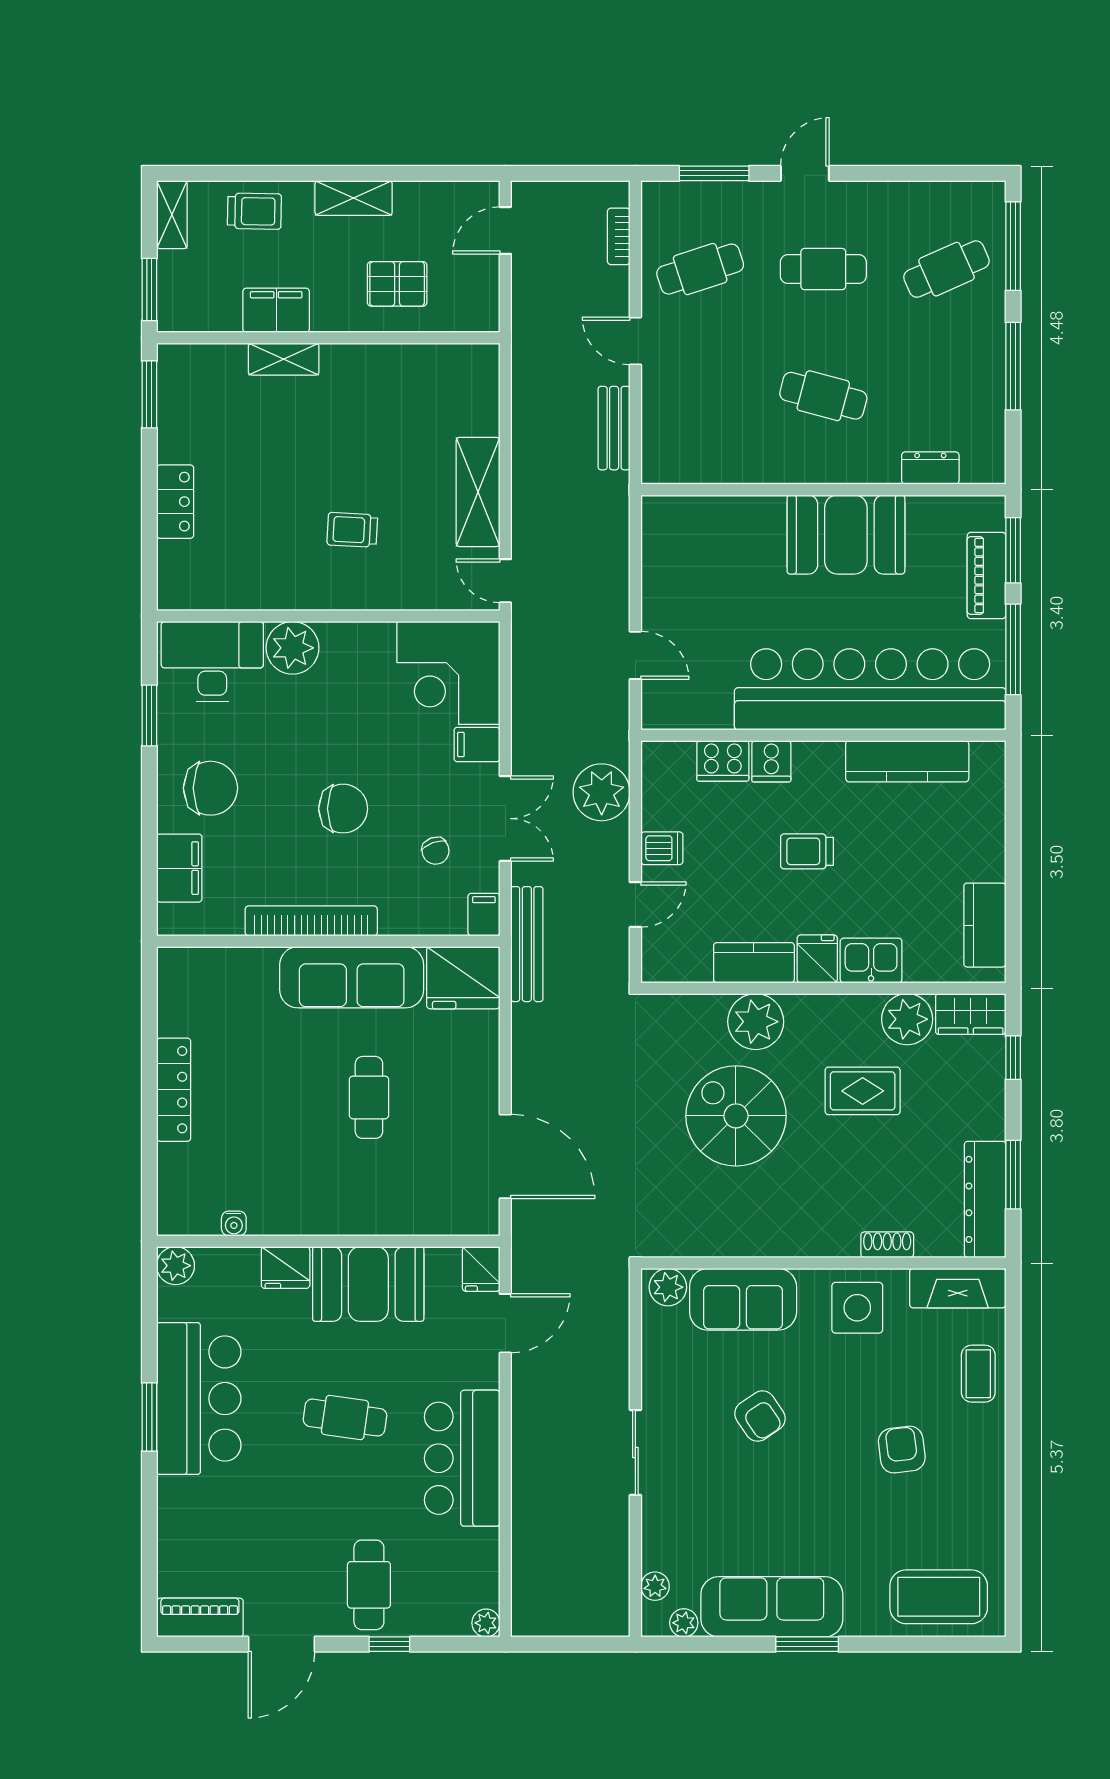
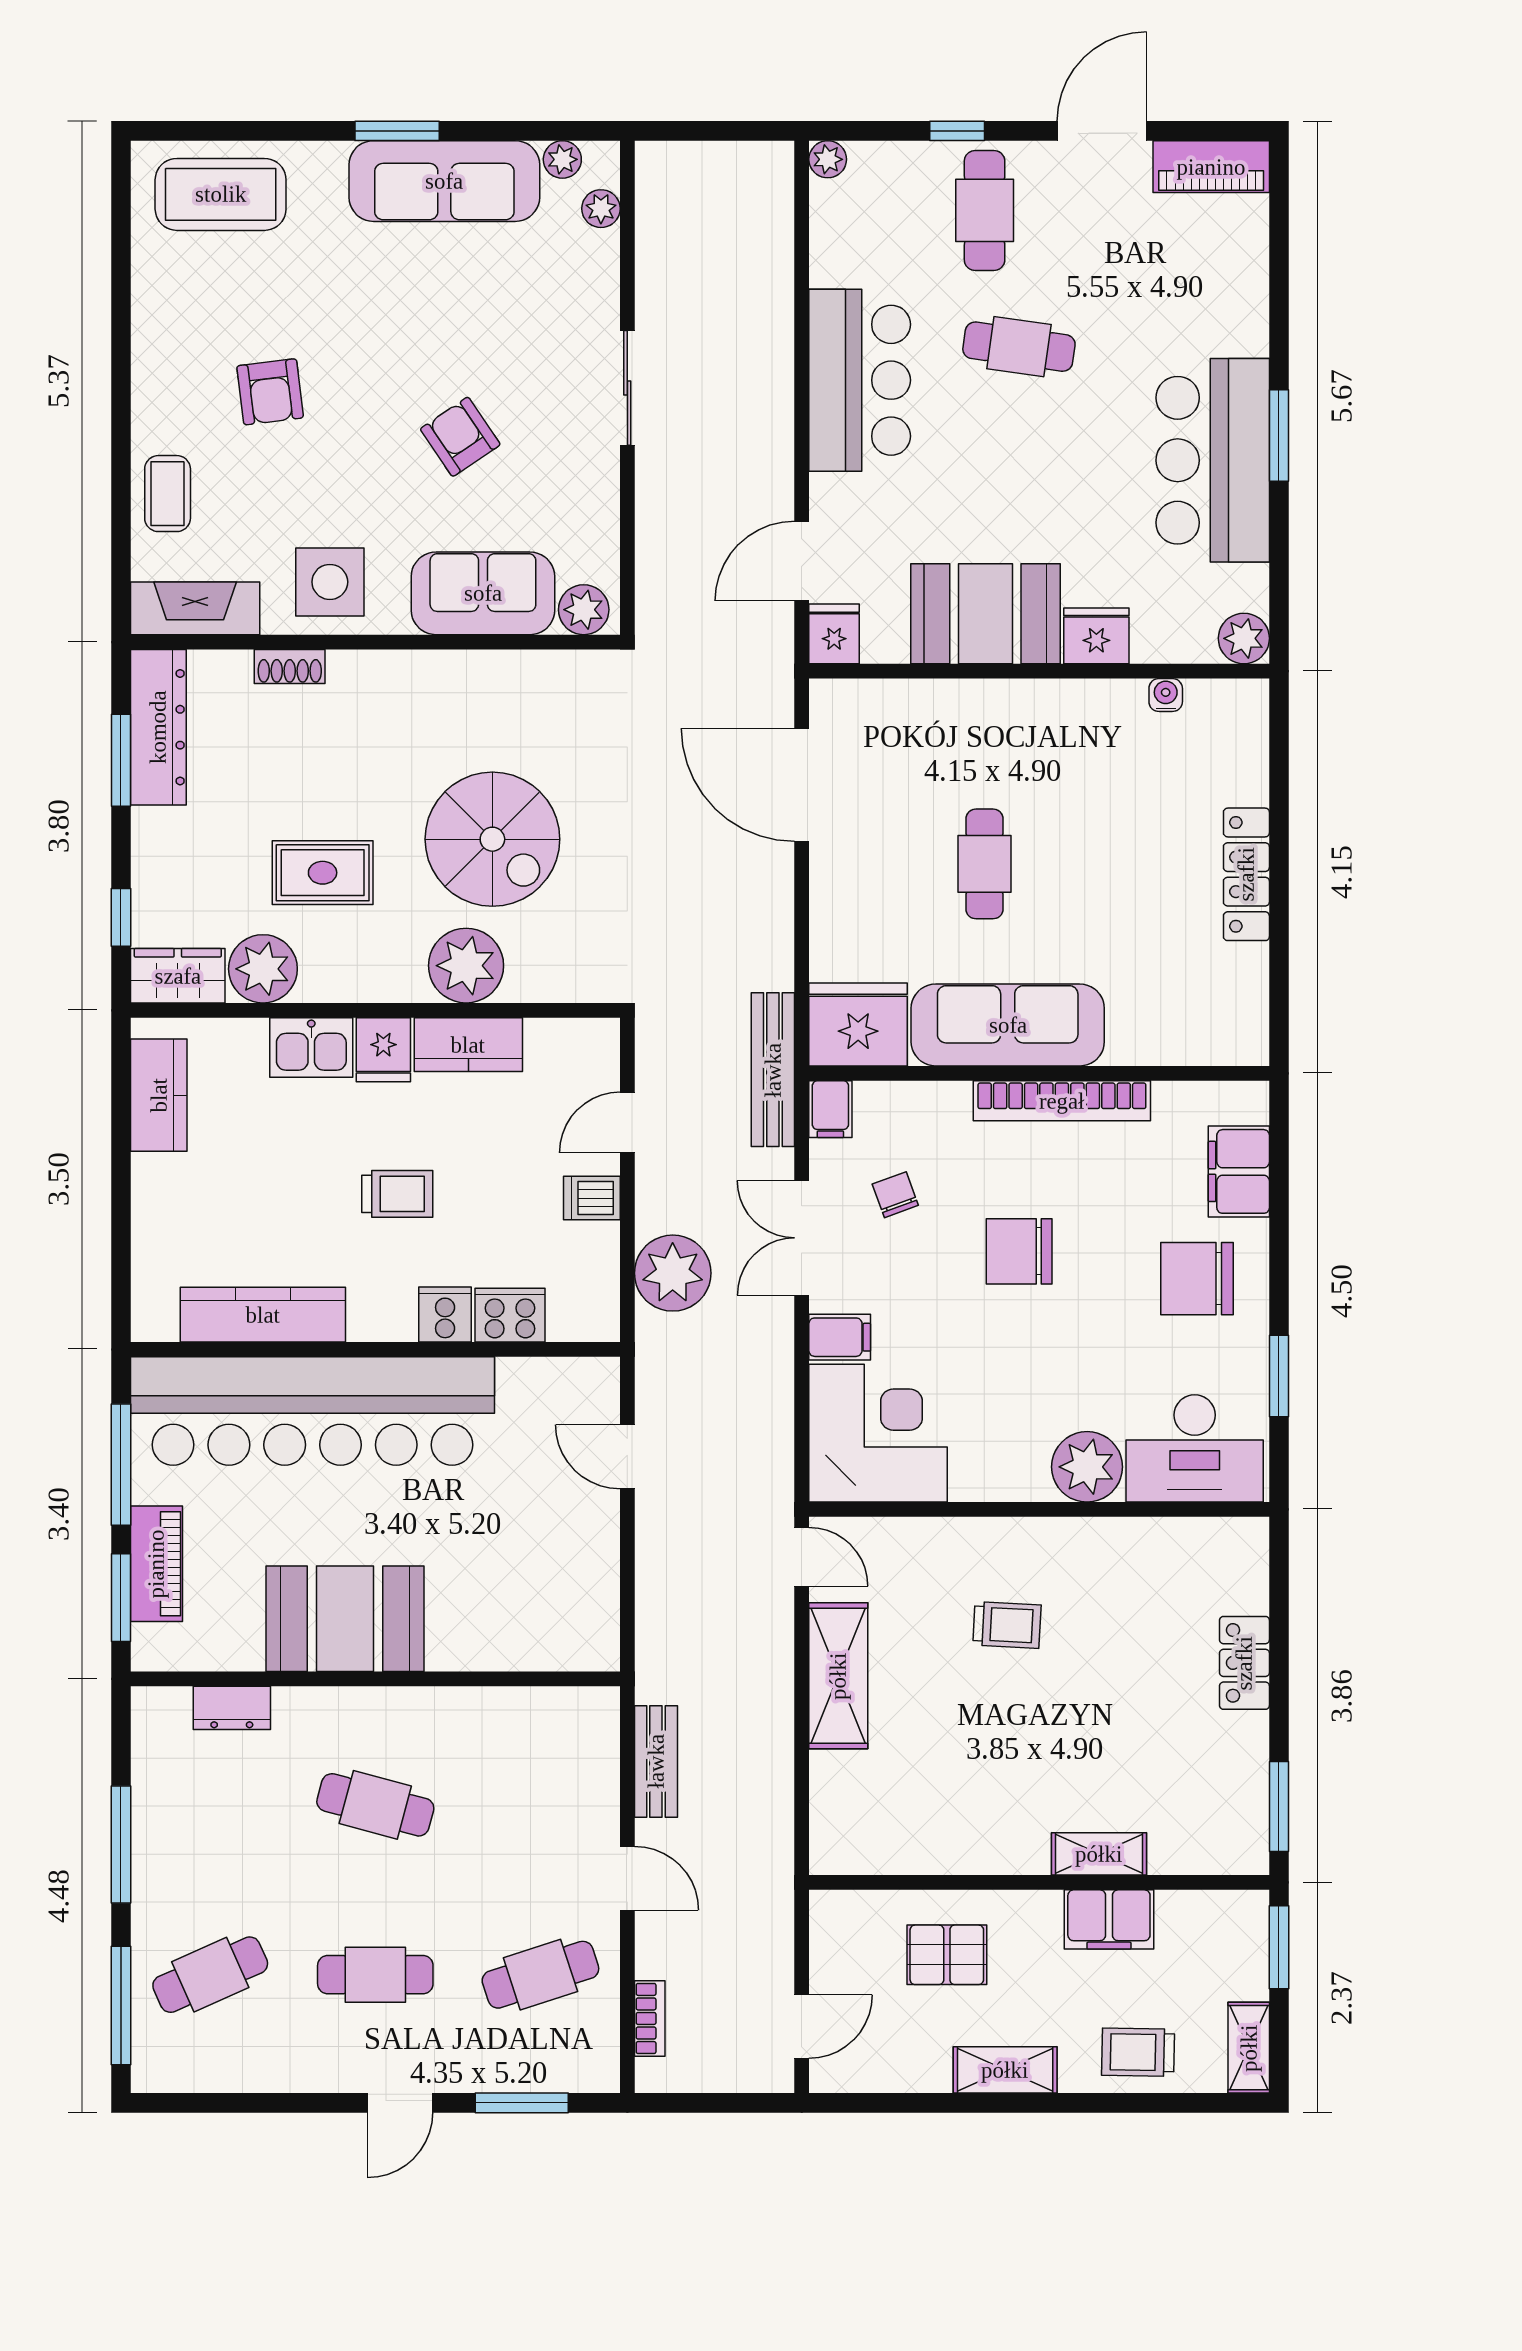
cafe table: (345, 1418) -> (1019, 347), moved

